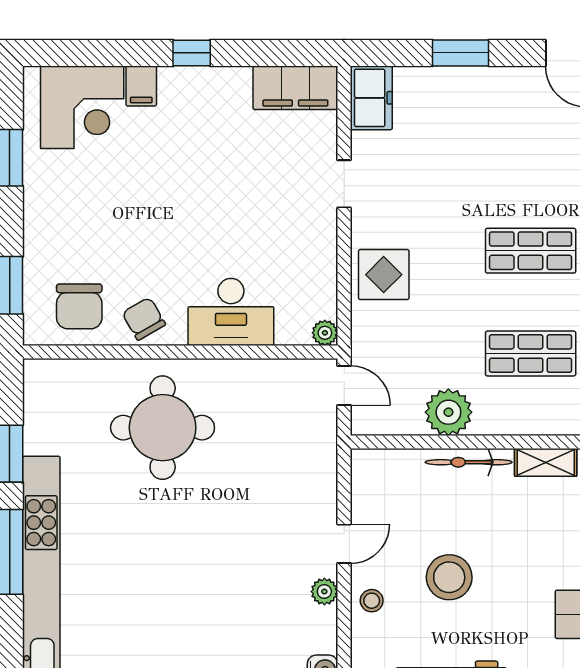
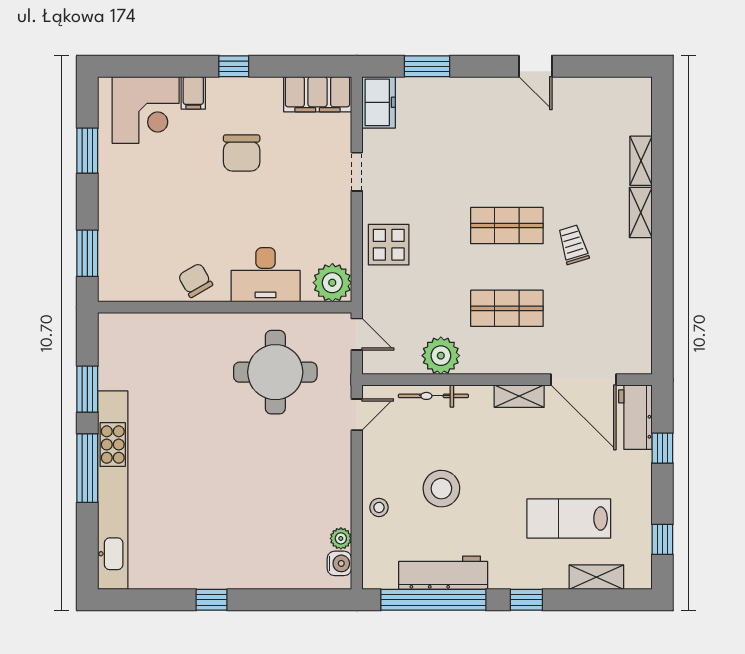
window: (461, 53) -> (427, 66), moved
chair: (79, 306) -> (242, 153), moved
plant: (325, 333) -> (332, 283), width x1.88, depth x1.88
round table: (163, 428) -> (275, 372), moved
bicycle: (469, 462) -> (433, 396), moved
door: (344, 544) -> (357, 415), moved
plant: (324, 592) -> (341, 538), moved

